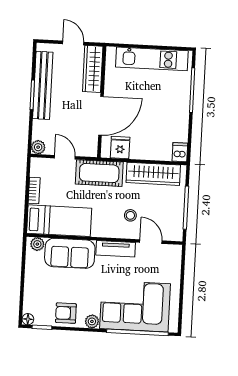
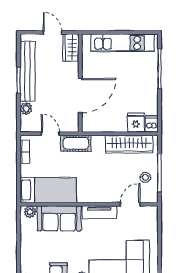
wardrobe: (93, 69) -> (71, 48), width x0.67
plant: (38, 147) -> (26, 109), moved
fridge: (120, 148) -> (136, 123), moved
cot: (99, 173) -> (76, 143), width x0.73, depth x0.75
bookcase: (34, 191) -> (25, 152), moved
stool: (130, 215) -> (145, 177), moved
door: (151, 242) -> (130, 204), hinge flipped

